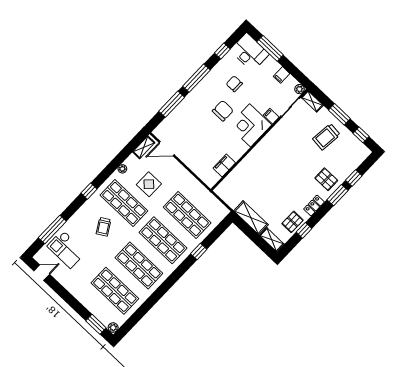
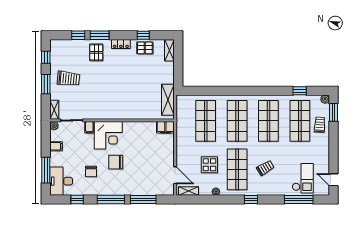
filing cabinet: (224, 165) -> (165, 127), moved
shelving: (251, 218) -> (168, 100), moved
window: (199, 251) -> (300, 91), moved
trolley: (97, 304) -> (320, 125), added

